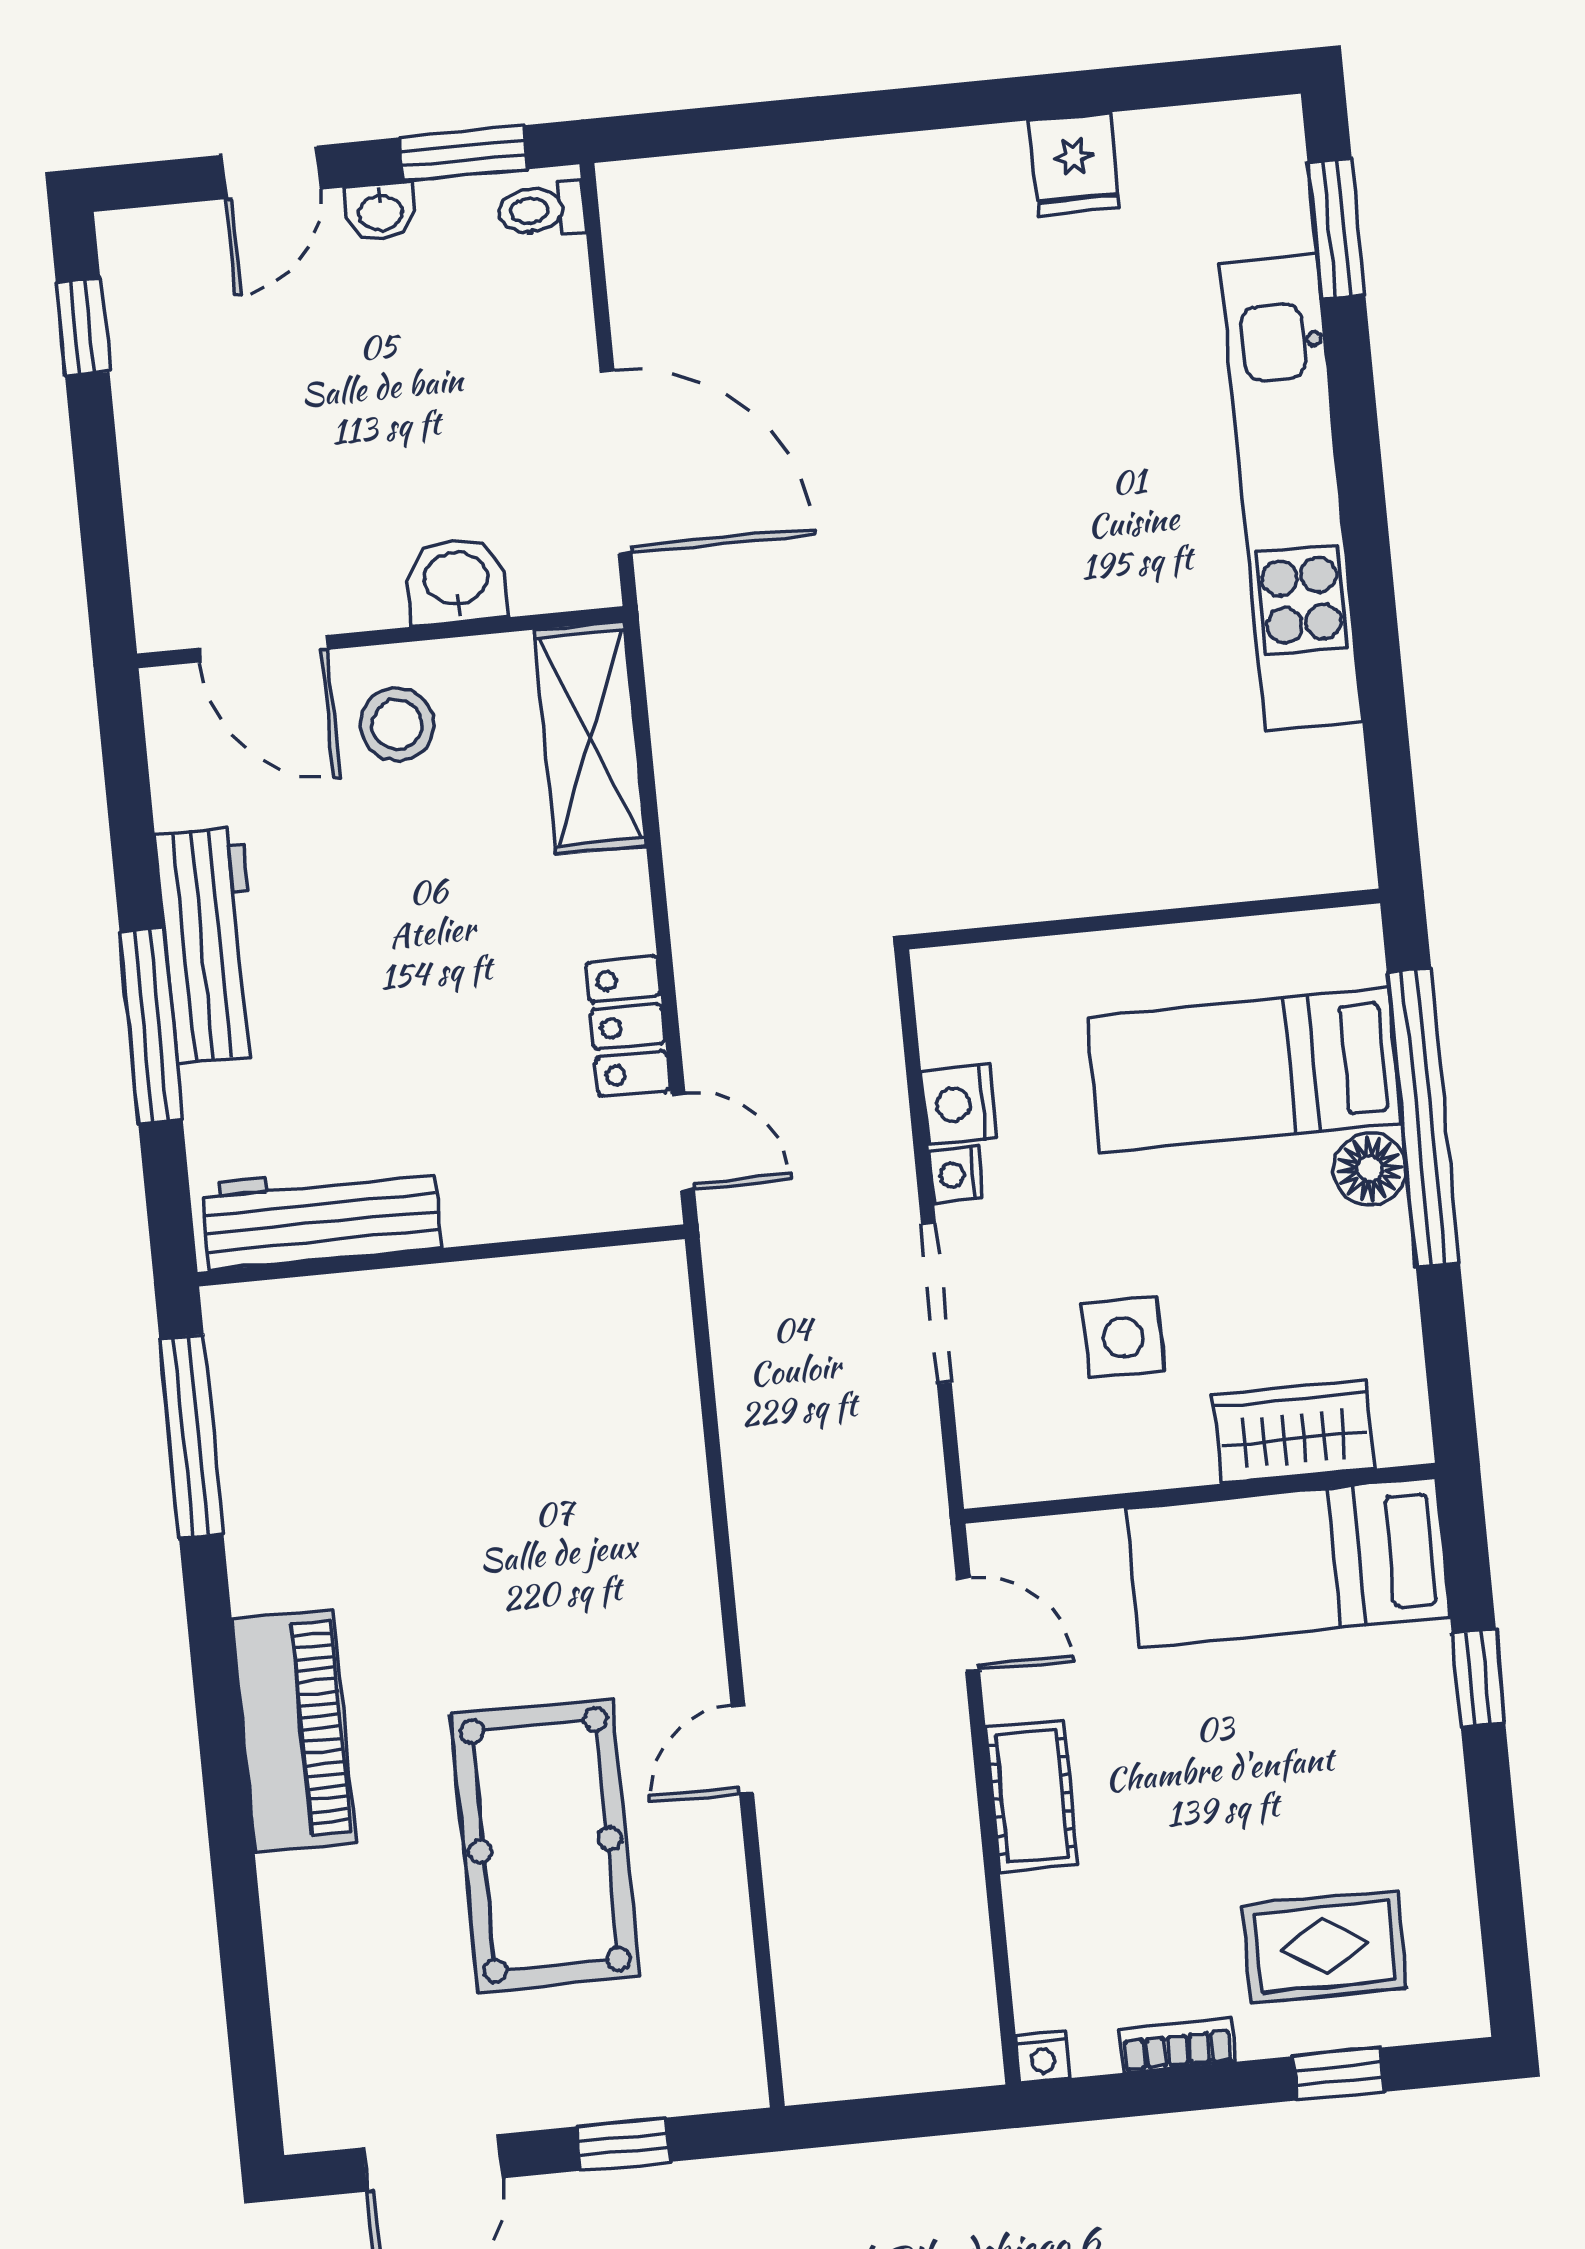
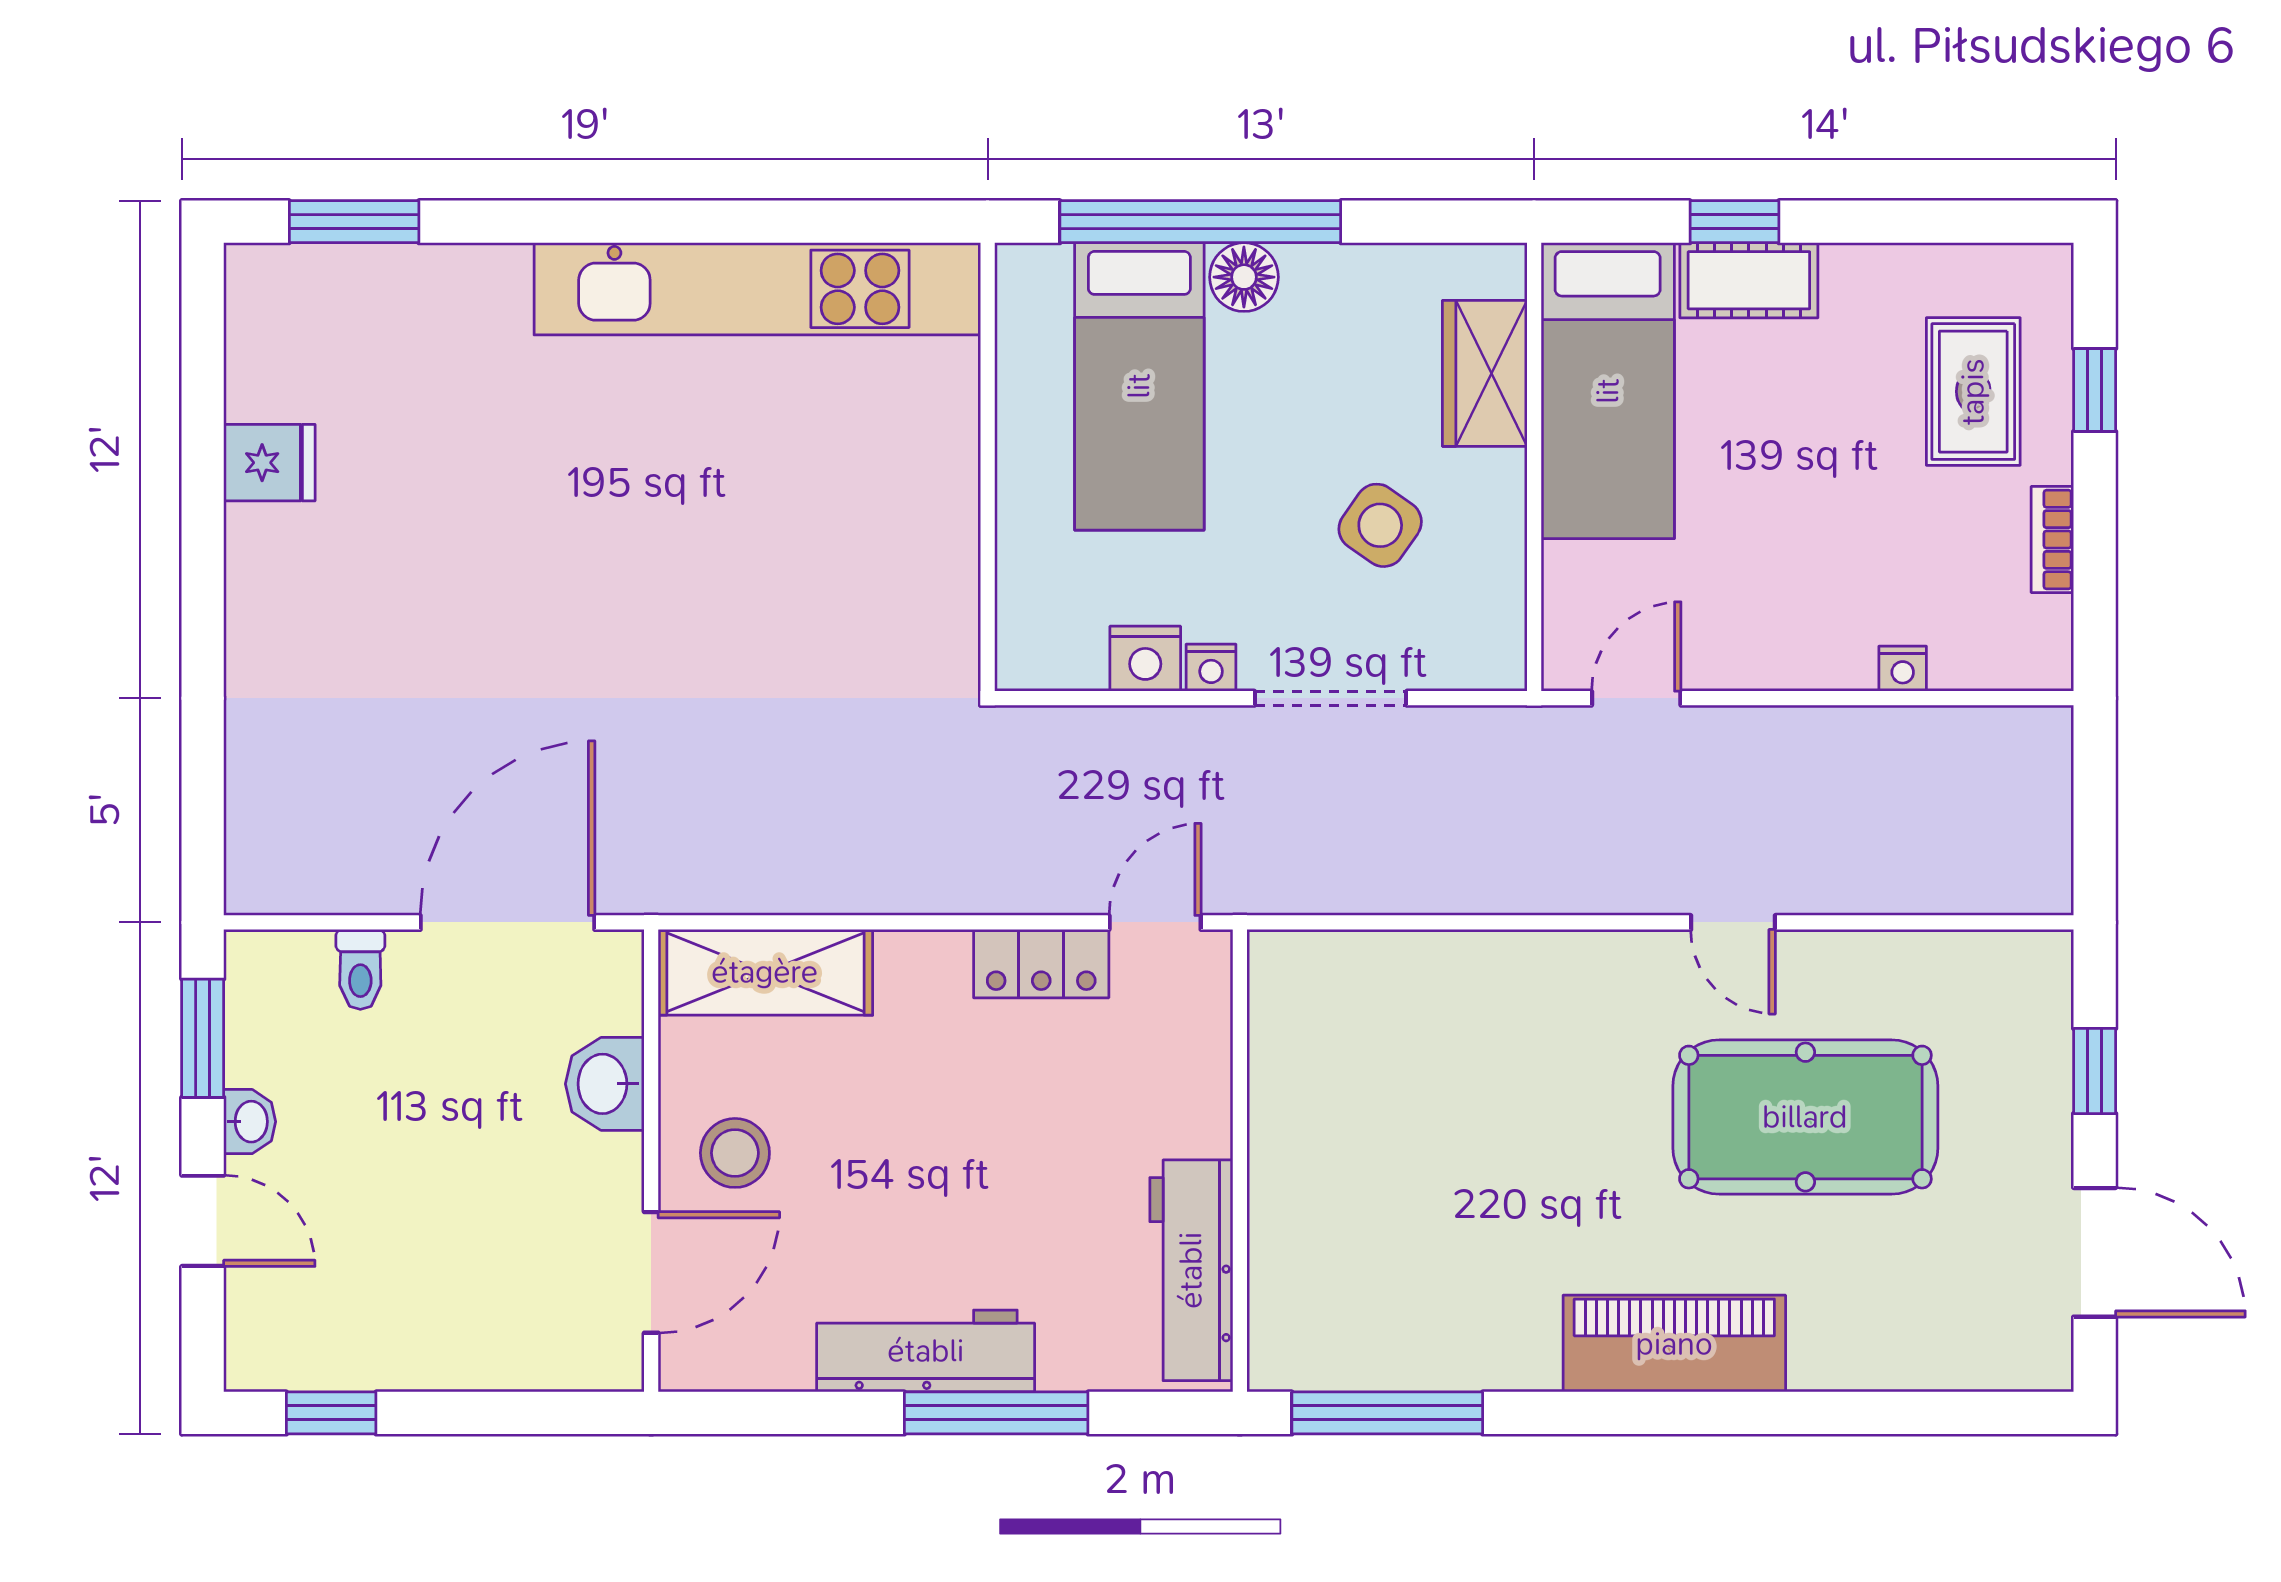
toilet: (541, 210) -> (360, 969), moved
kitchen unit: (1291, 492) -> (757, 289), moved
side table: (1123, 1337) -> (1380, 525), turned 35
cot: (1032, 1796) -> (1749, 280), moved
nightstand: (1043, 2057) -> (1903, 669), moved, turned 90

